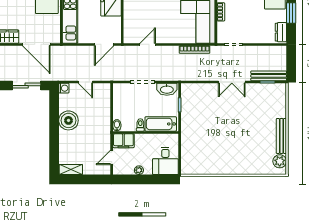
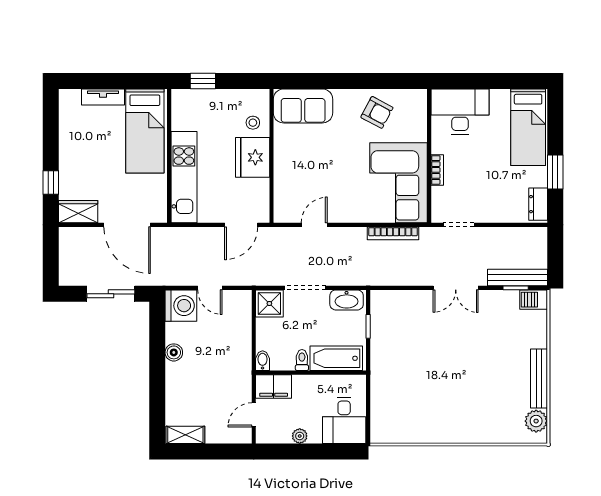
washing machine: (64, 88) -> (181, 306), width x1.89, depth x1.89
barbecue: (278, 89) -> (534, 300), added
shower: (121, 91) -> (269, 303), added
boiler: (68, 120) -> (174, 352), width x0.54, depth x0.54

